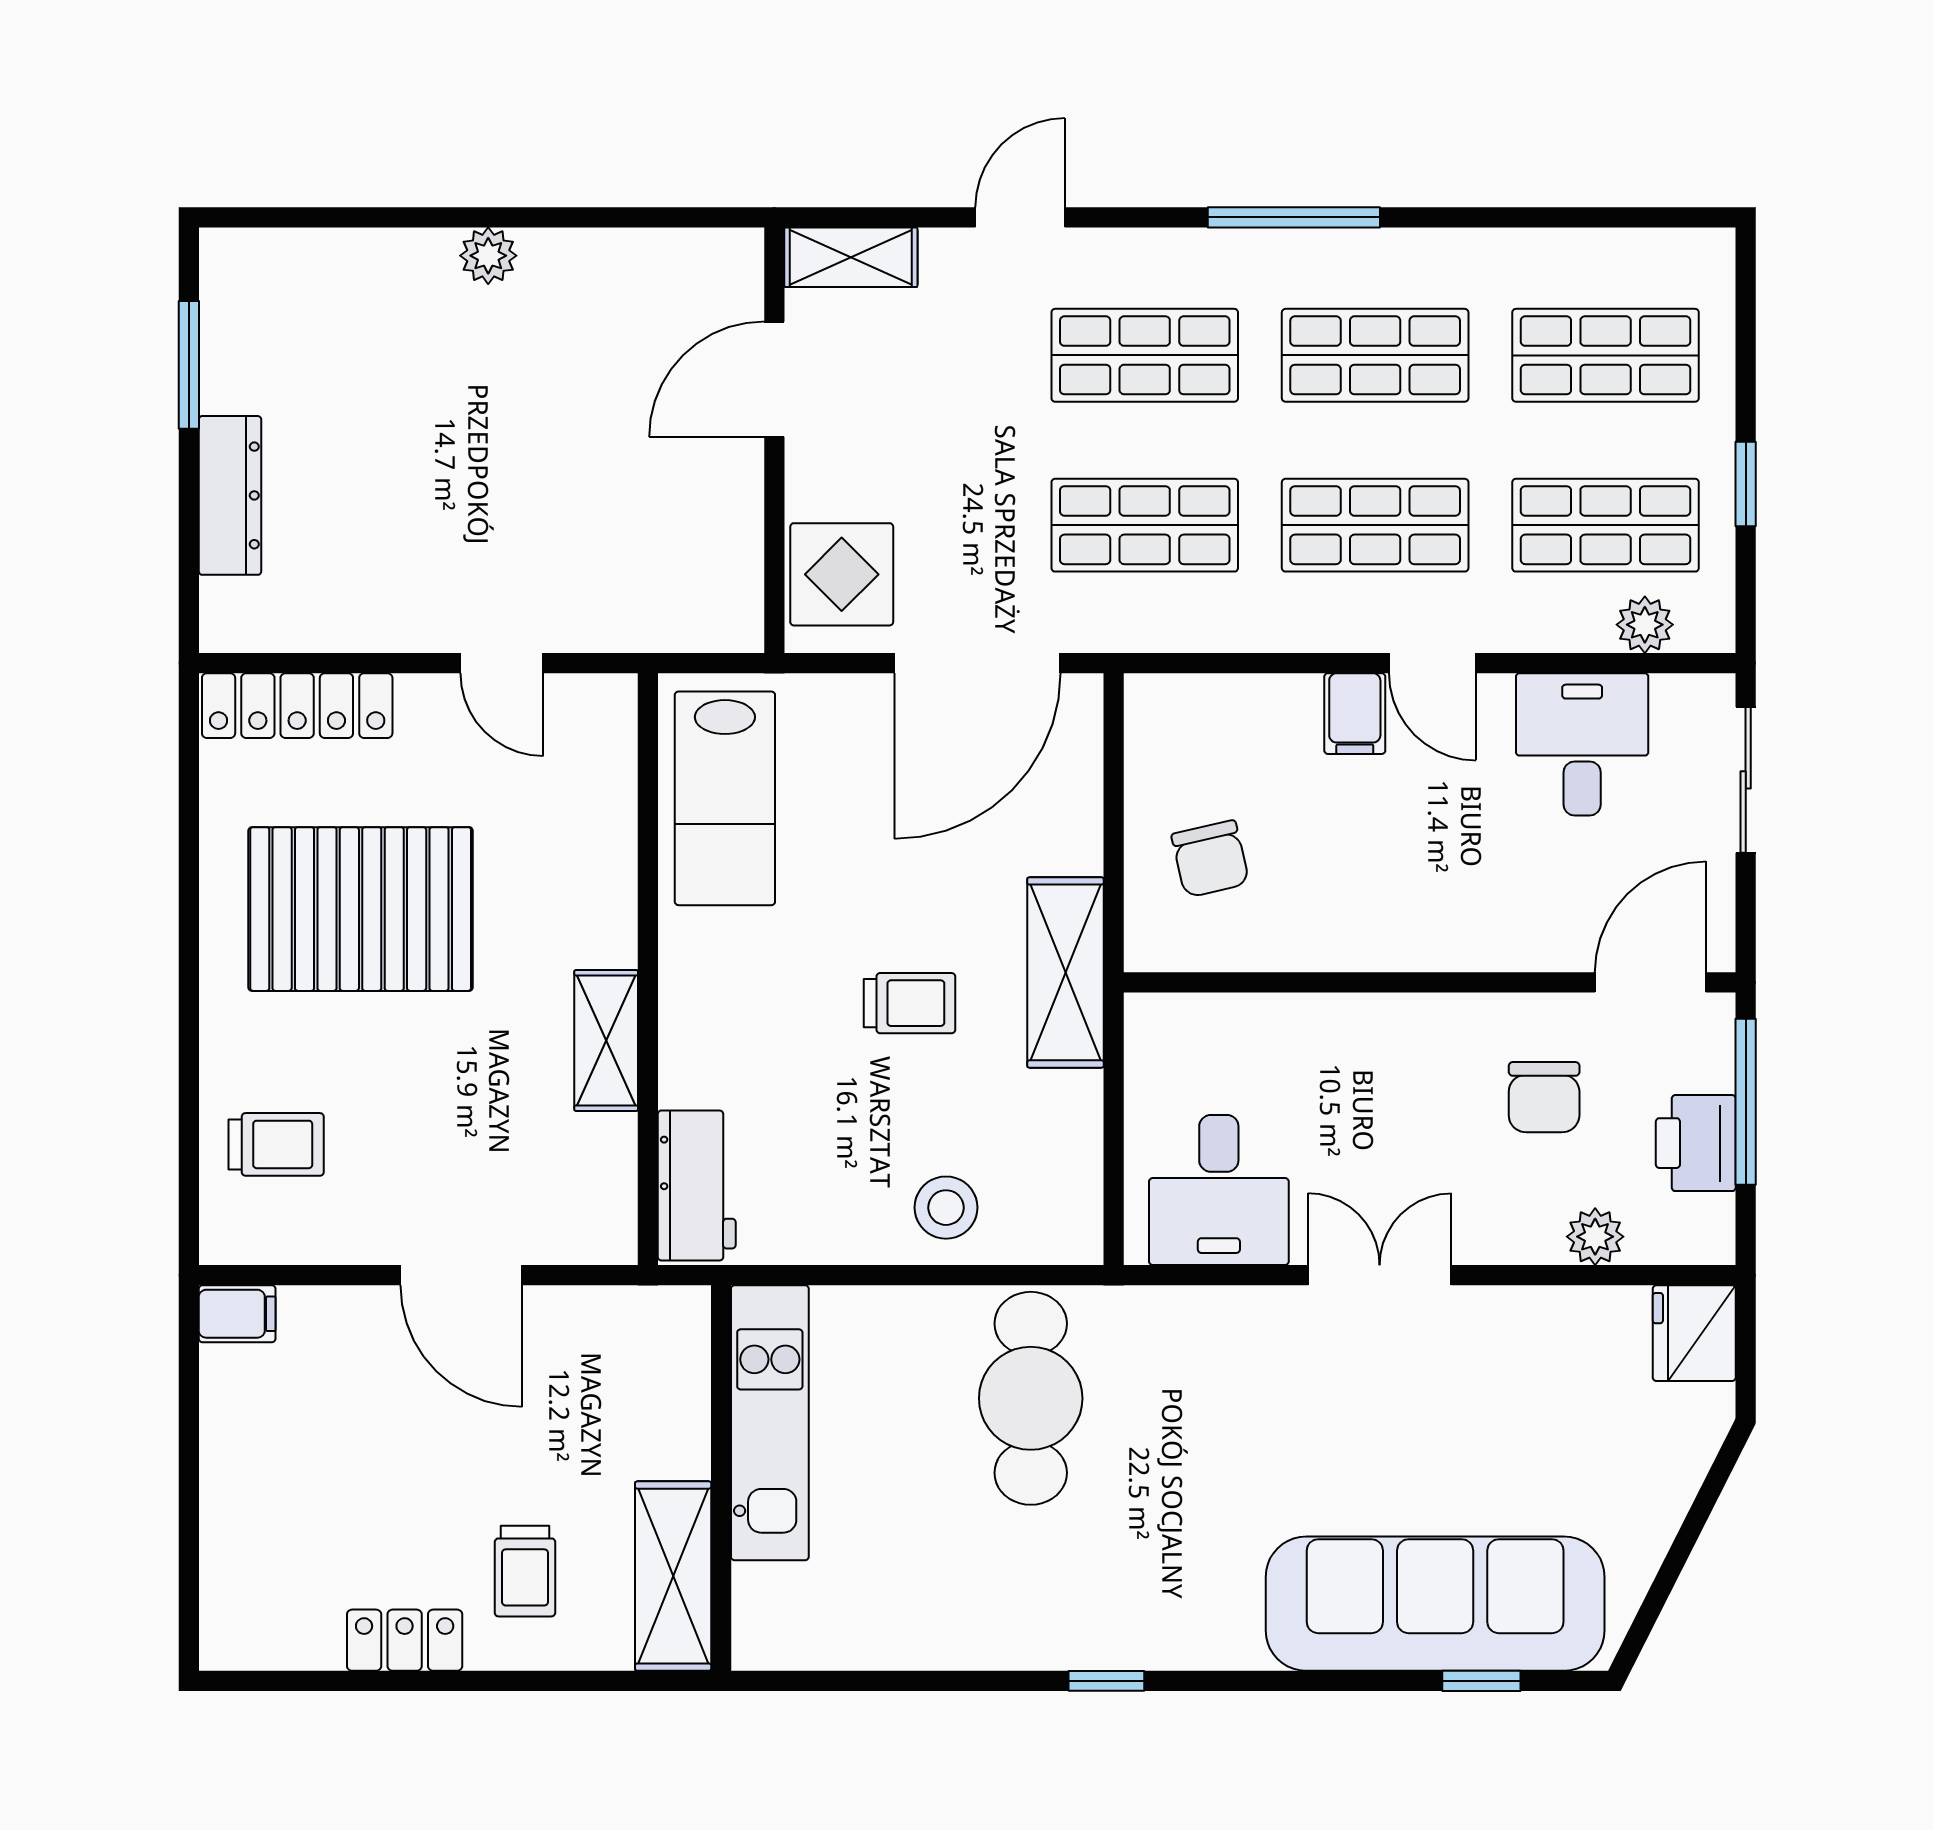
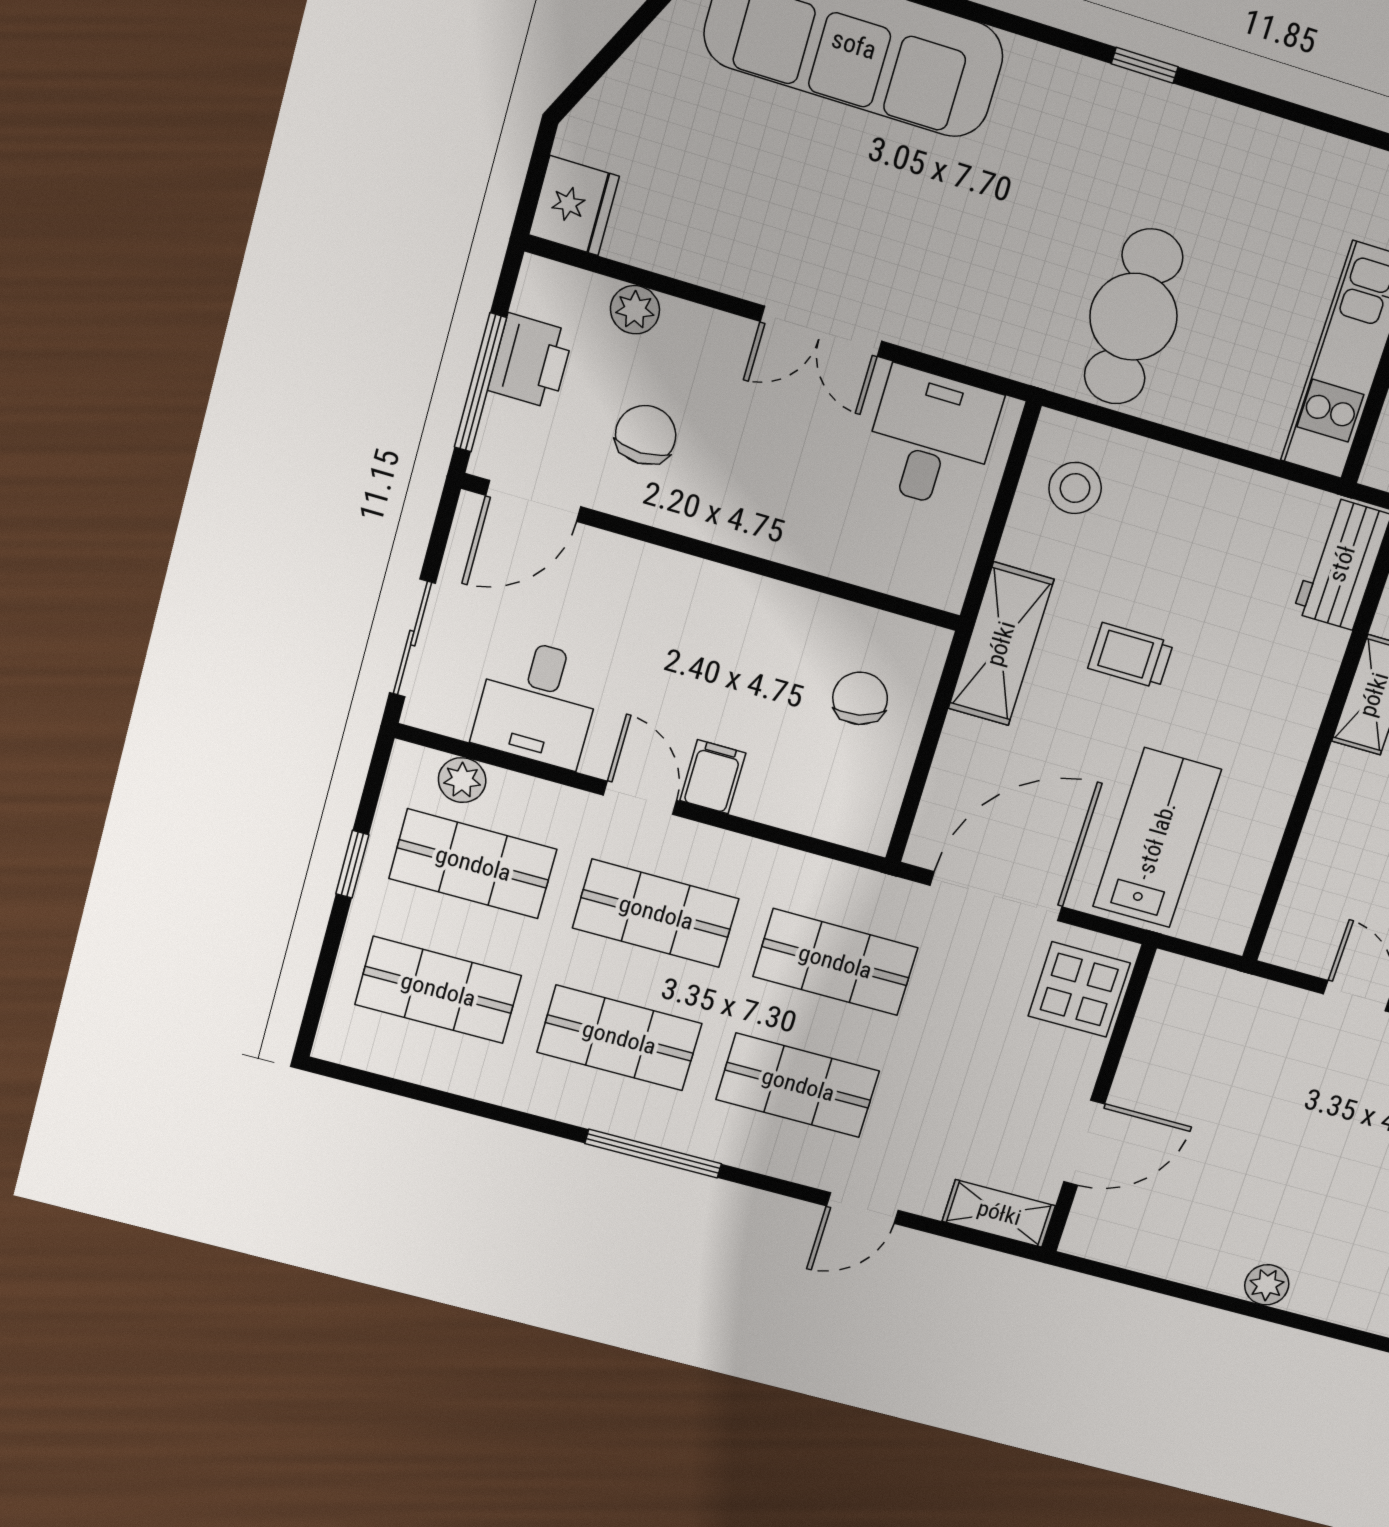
lab bench: (725, 798) -> (1157, 838), moved
stool: (946, 1208) -> (1075, 488), moved

